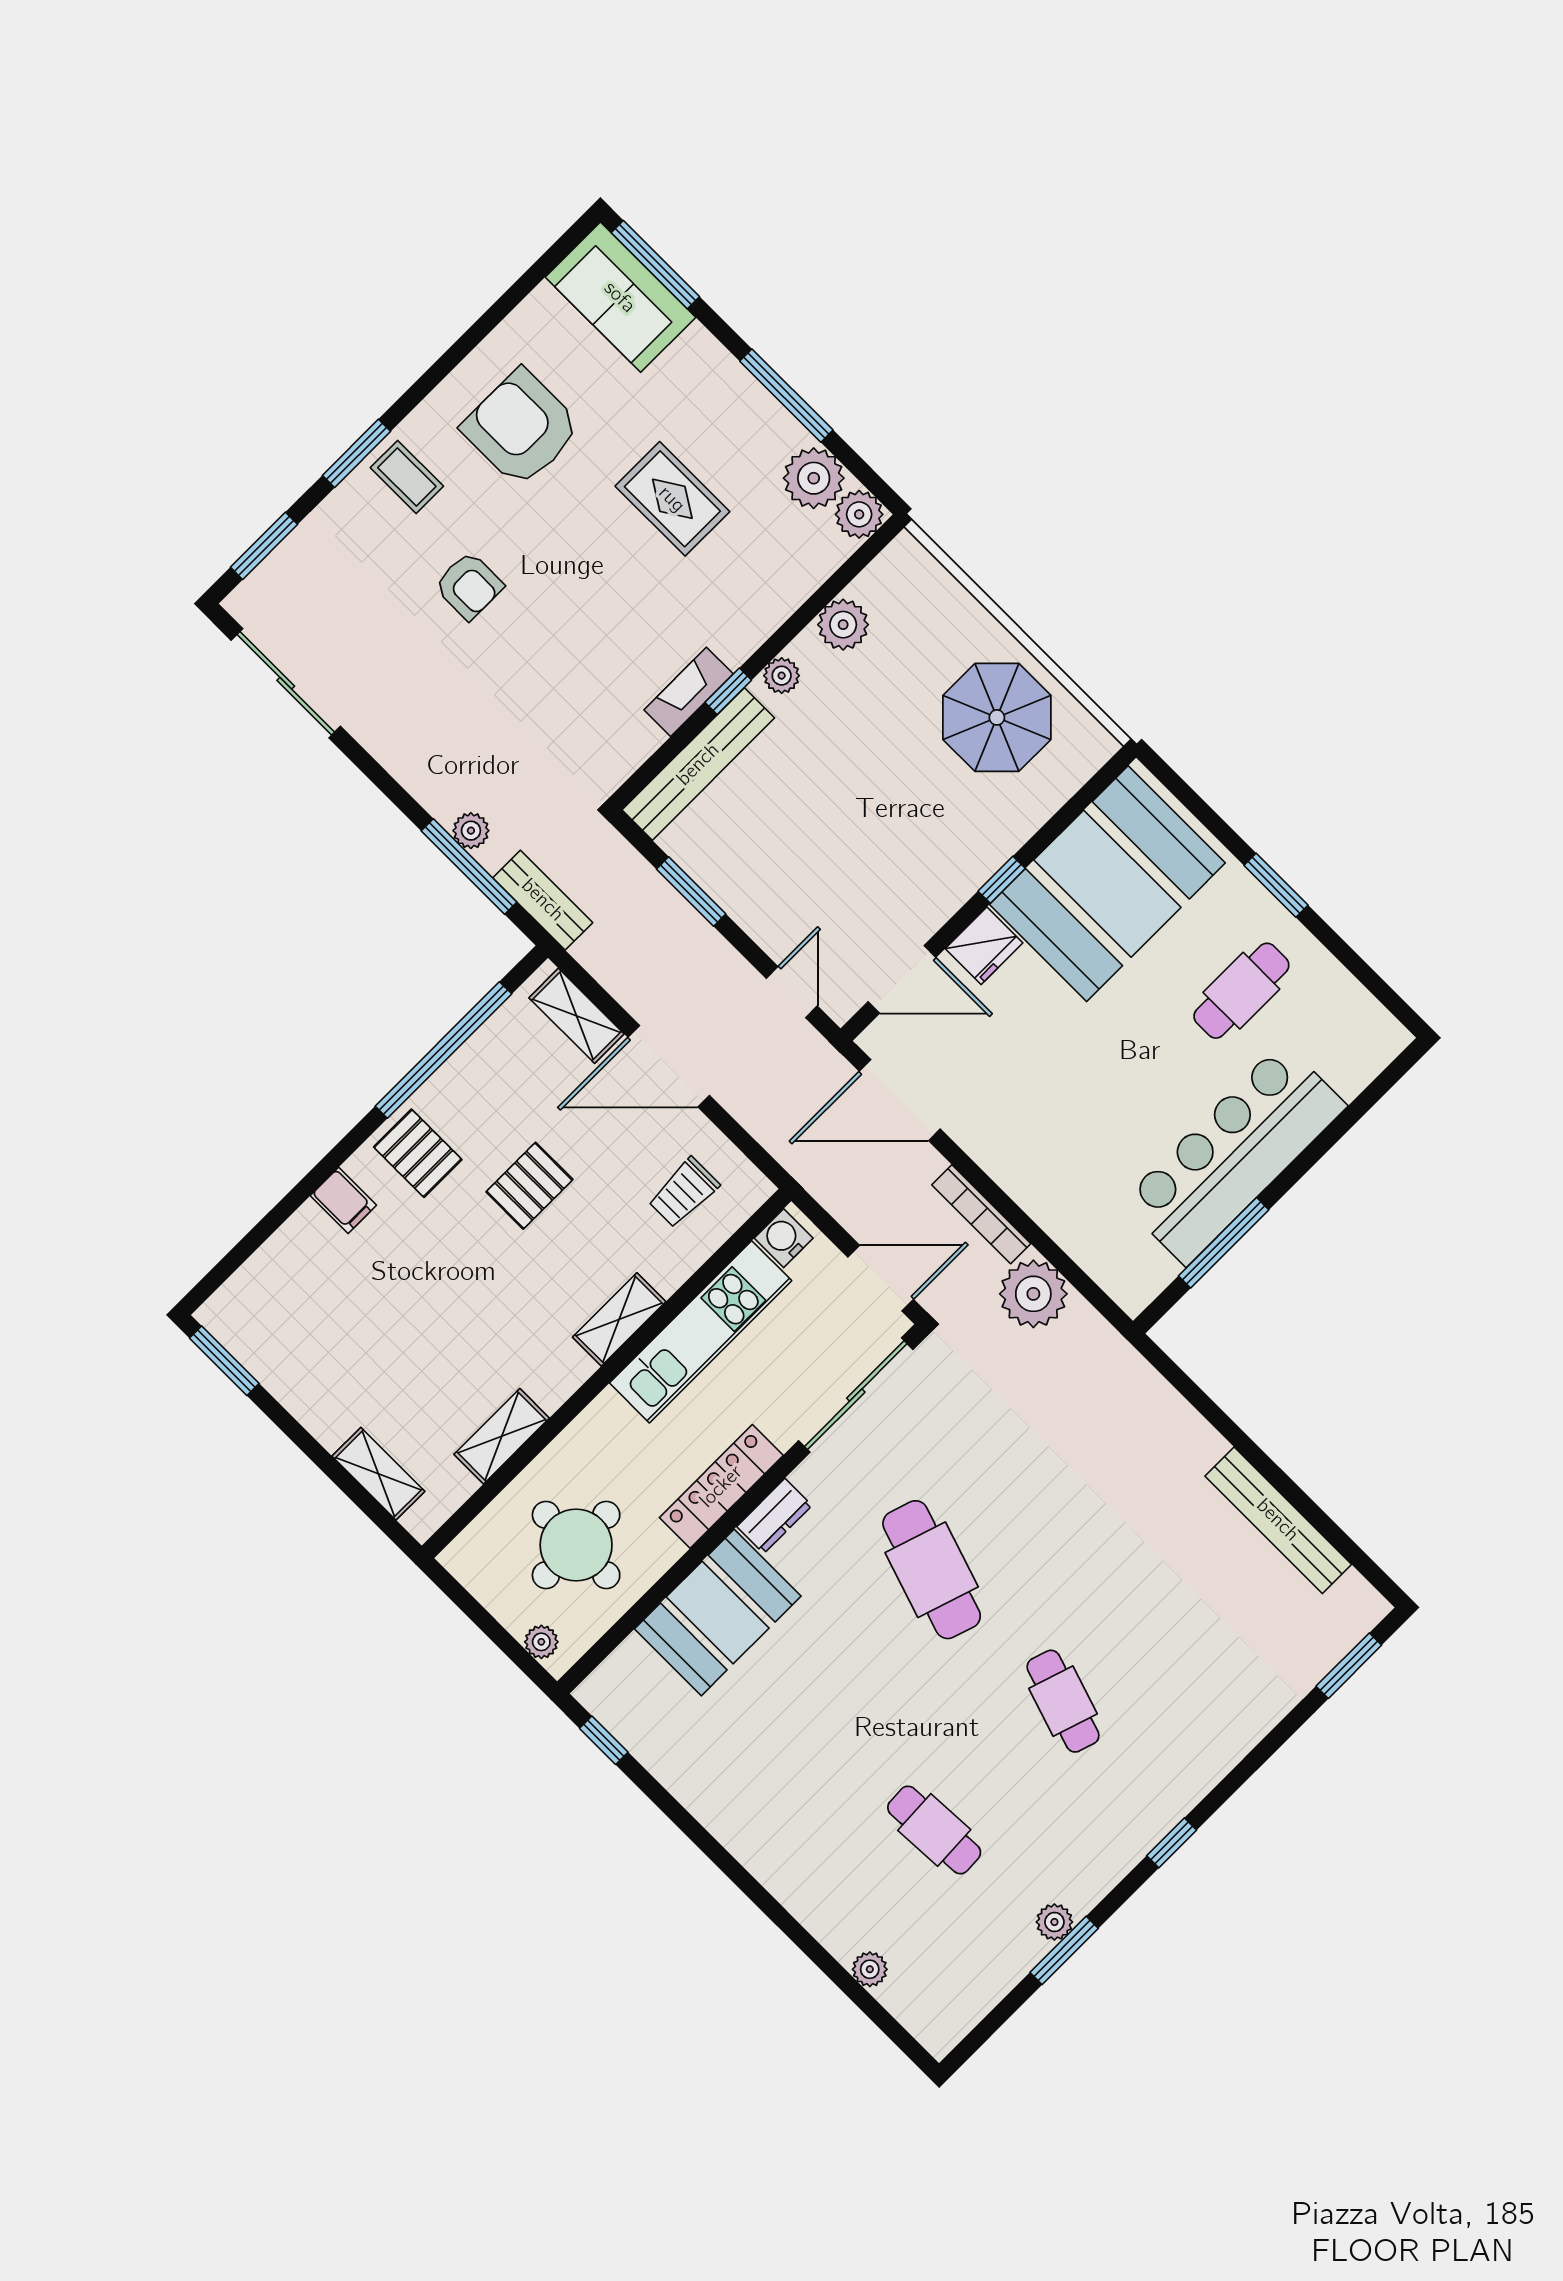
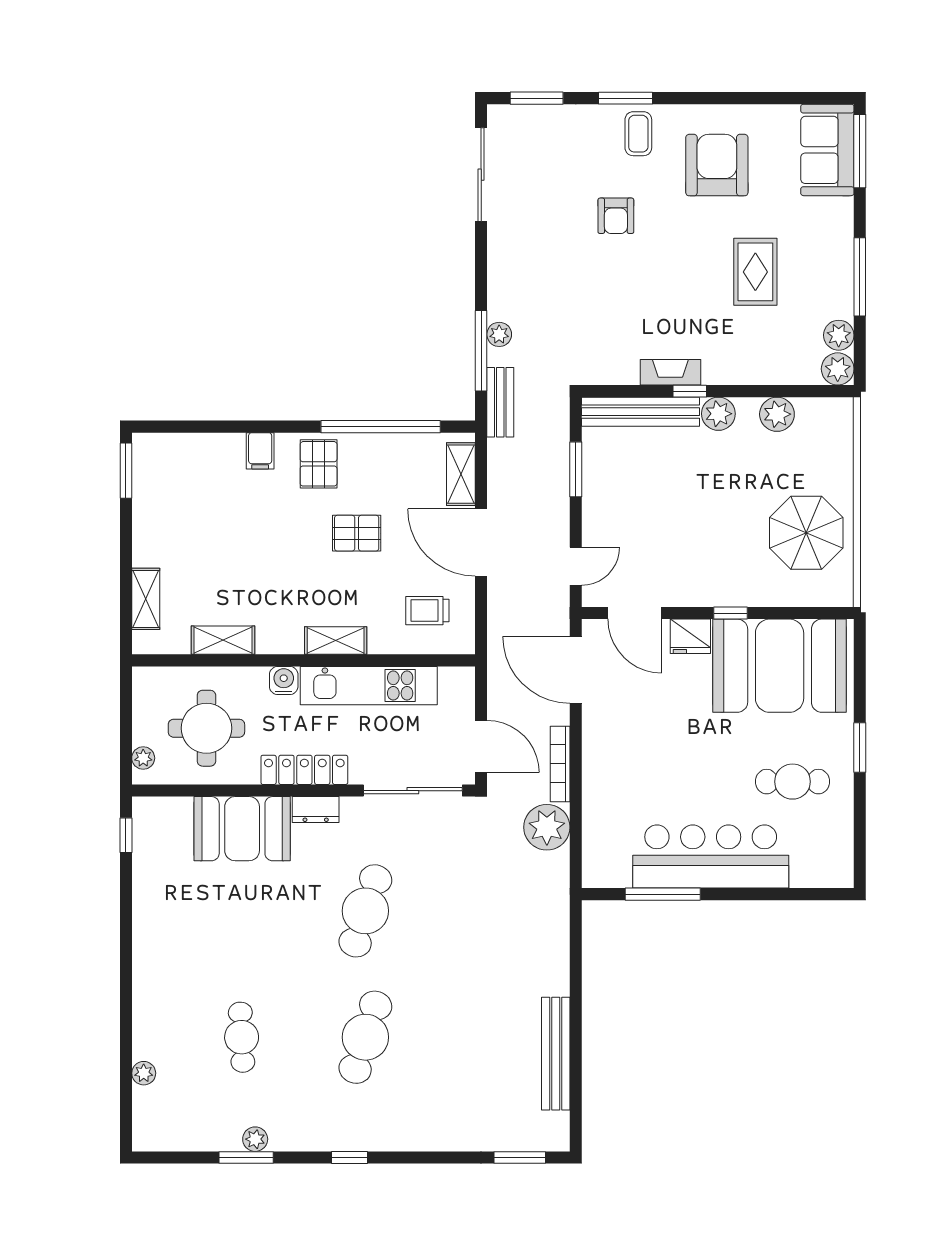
plant: (814, 478) -> (839, 335), width x0.73, depth x0.73
plant: (782, 676) -> (718, 414), width x1.38, depth x1.38
water cooler: (784, 1238) -> (284, 680), moved
cafe table: (1063, 1701) -> (365, 1037), width x1.37, depth x1.35

